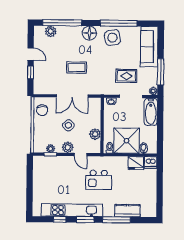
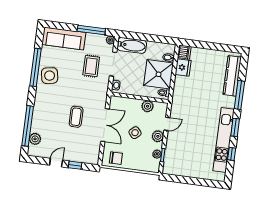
floor lamp: (89, 33) -> (42, 99), removed
kitchen island: (99, 180) -> (196, 108), removed
kitchen counter: (127, 211) -> (232, 76), width x1.50

